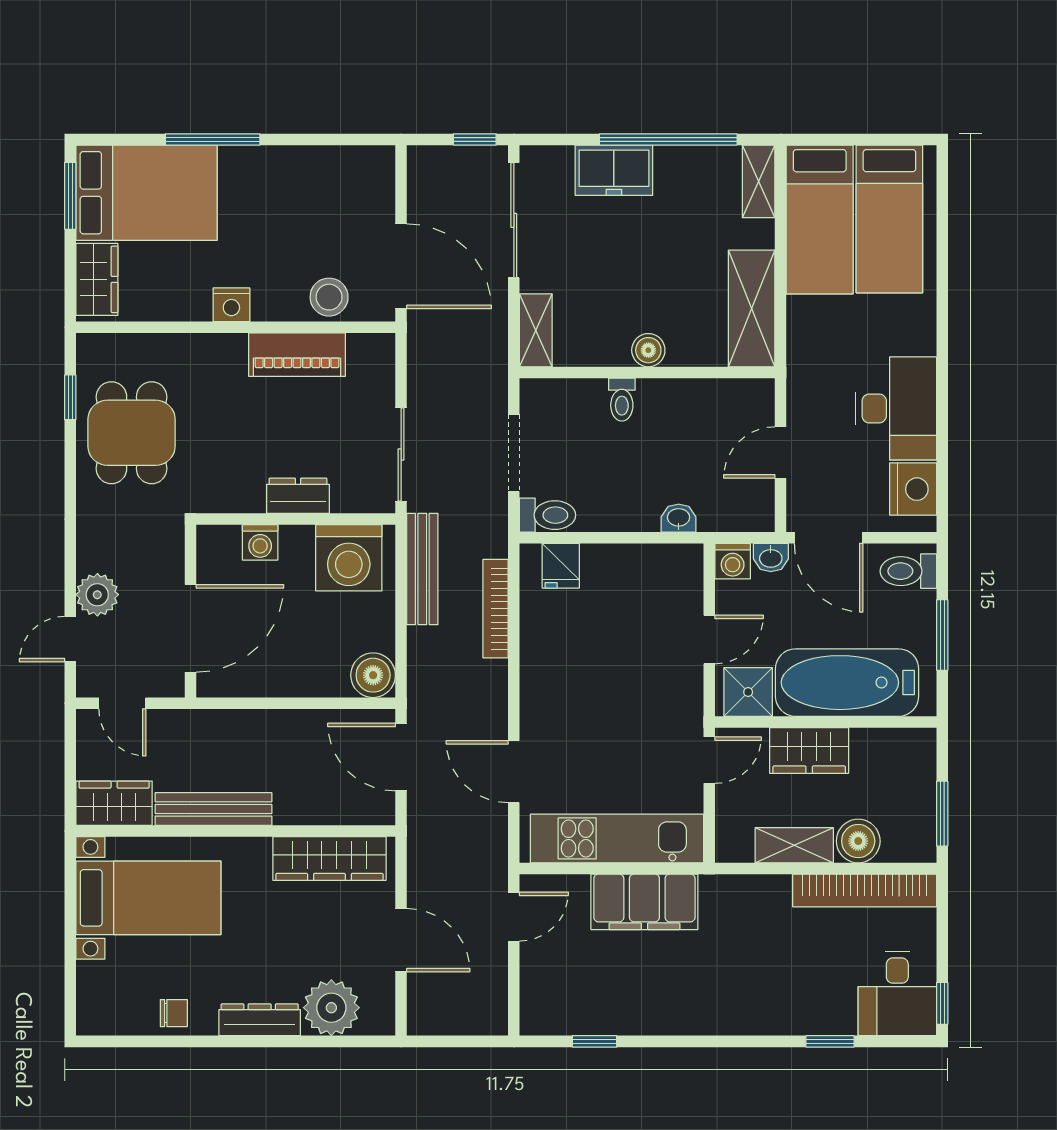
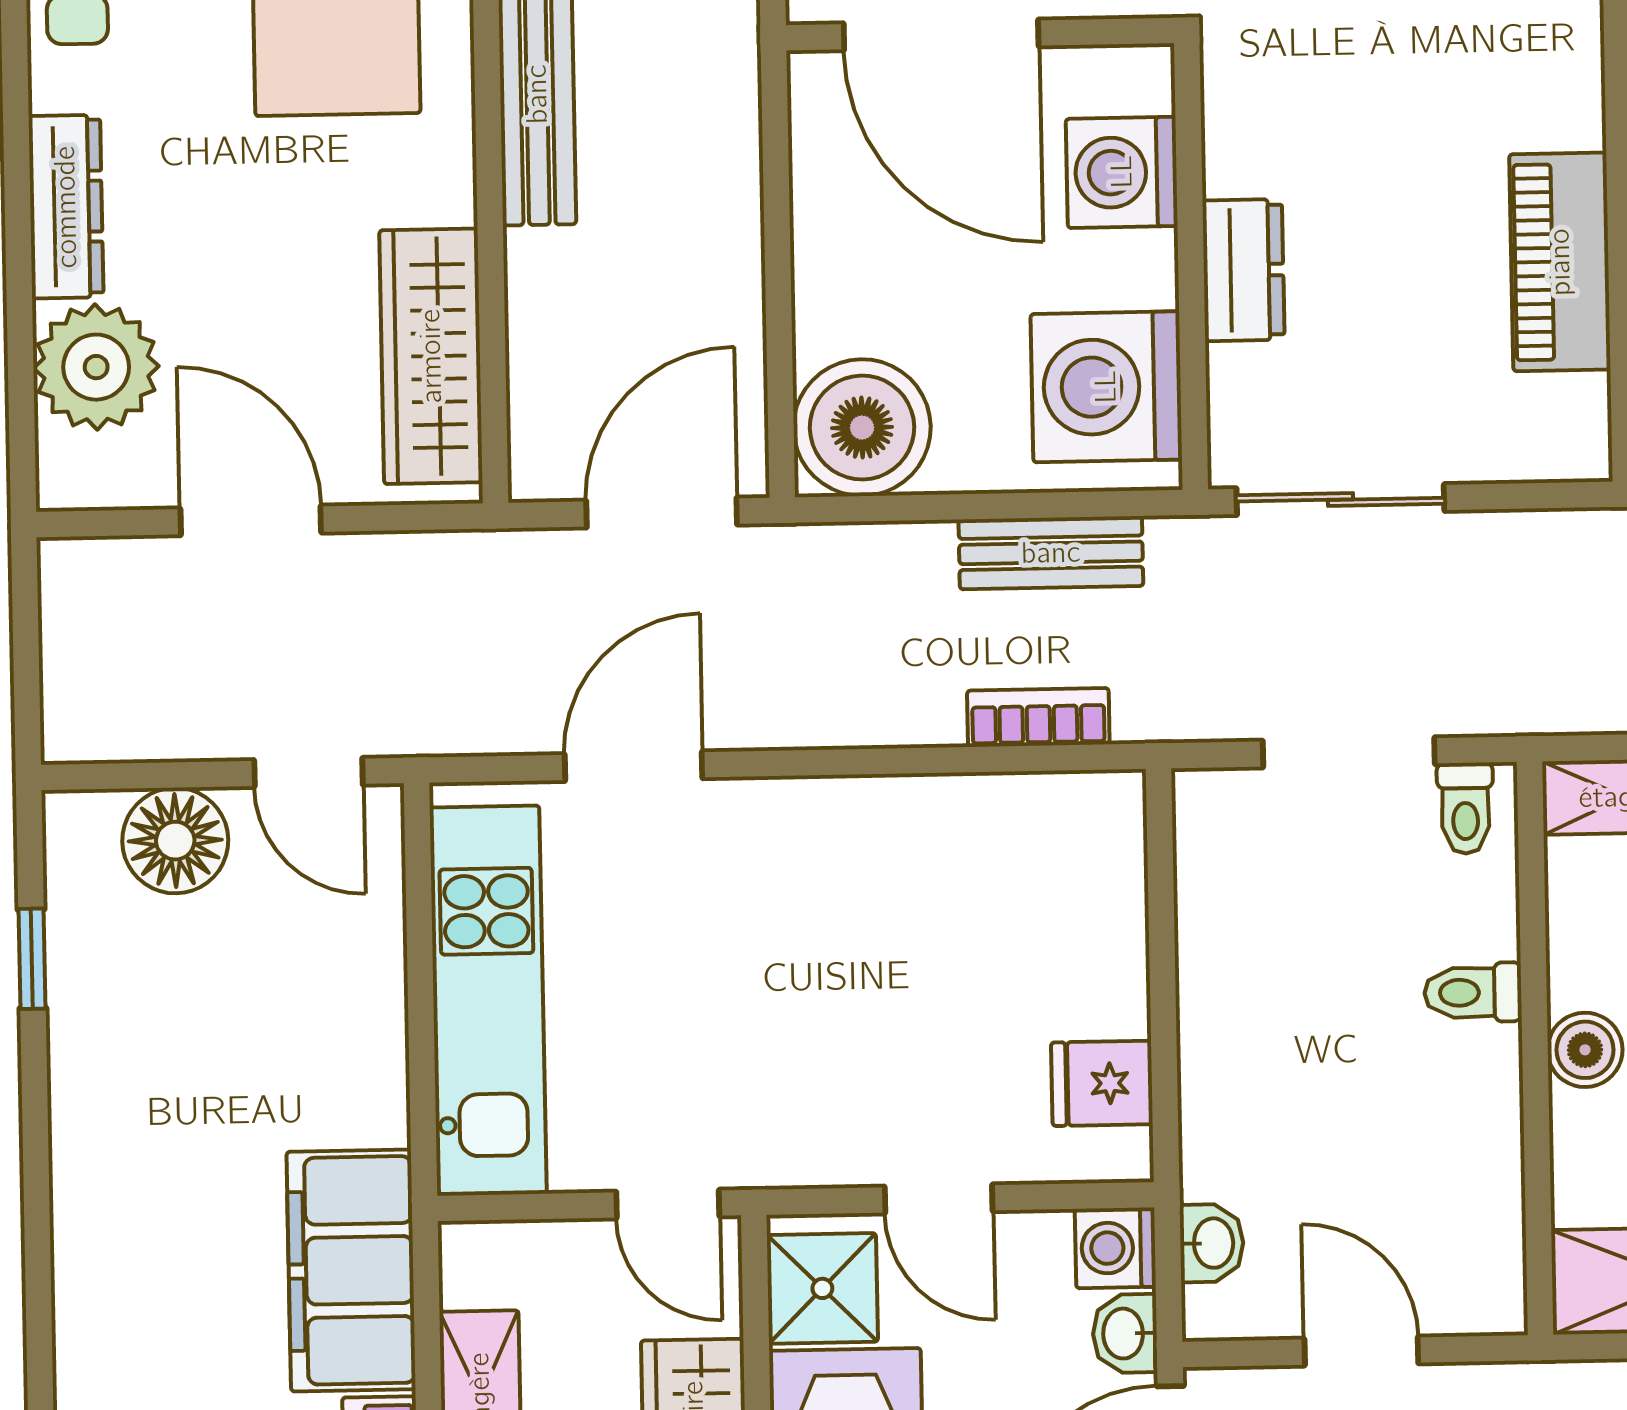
toilet: (547, 515) -> (1465, 808), moved, width x0.73, depth x0.72
washbasin: (679, 518) -> (1212, 1243), moved
washing machine: (260, 542) -> (1122, 172), width x1.38, depth x1.38
fridge: (561, 566) -> (1102, 1083), moved
bench: (422, 569) -> (1051, 553), width x0.73
bookcase: (496, 609) -> (1038, 717), width x0.64
boiler: (373, 675) -> (862, 428), width x1.37, depth x1.37
filing cabinet: (644, 902) -> (351, 1270), moved
door: (401, 940) -> (251, 520), swing flipped
floor lamp: (543, 977) -> (175, 841), added

